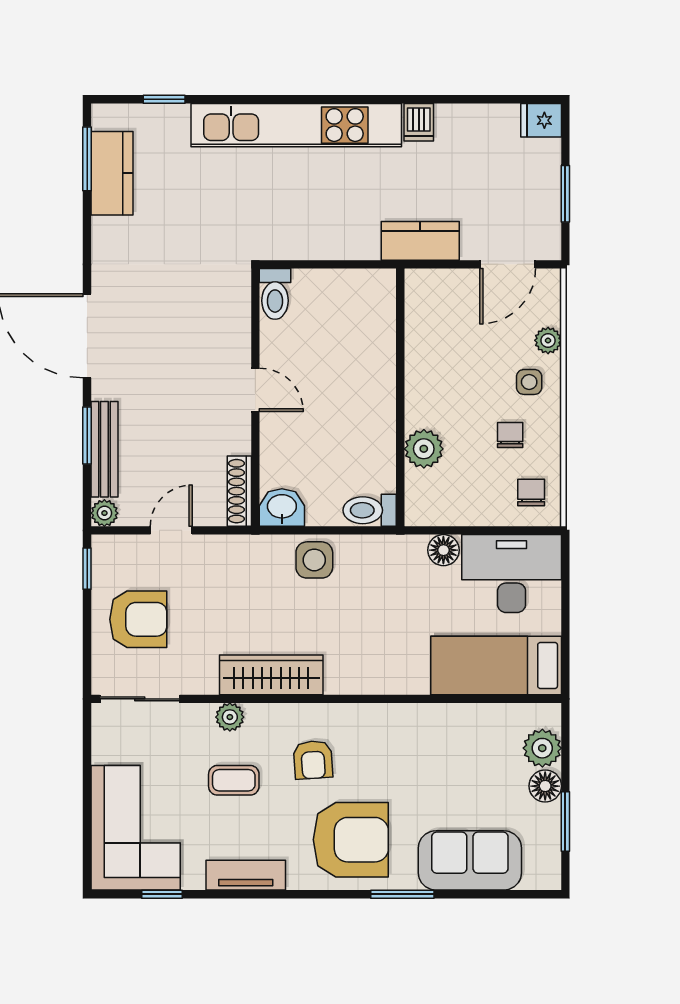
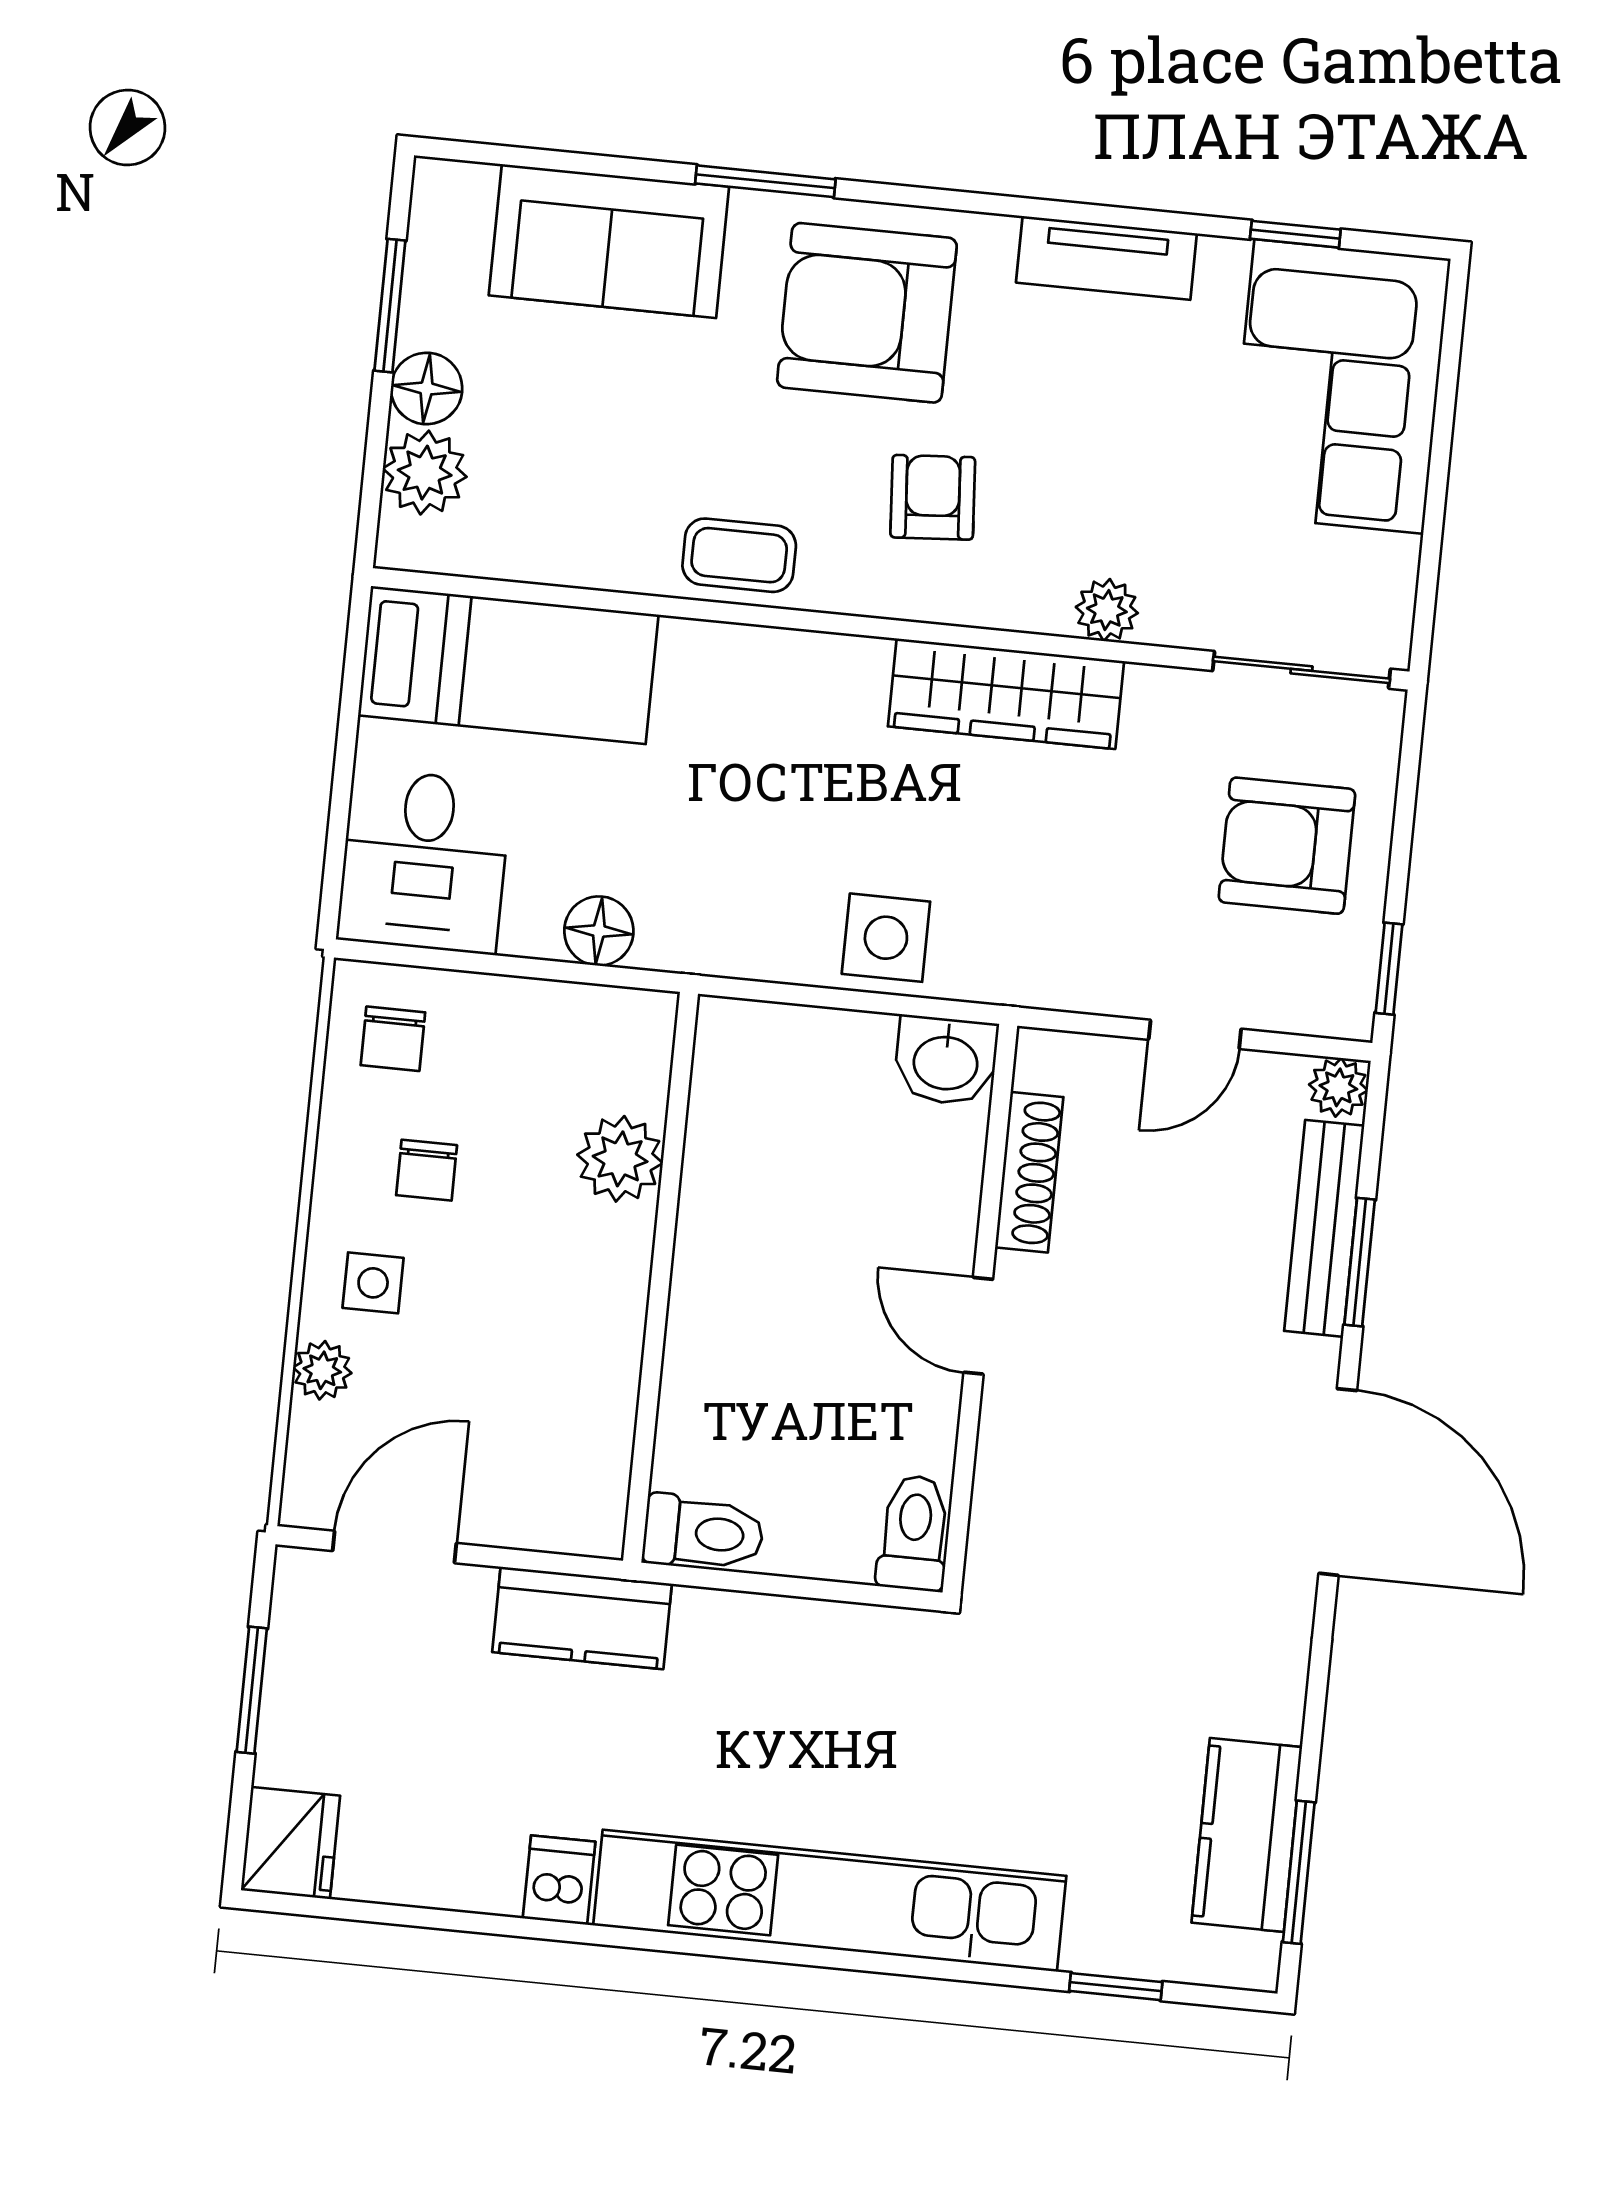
fridge: (541, 120) -> (290, 1843), width x1.38
shoe rack: (239, 491) -> (1029, 1172), moved
toilet: (370, 510) -> (703, 1533), moved
desk: (512, 574) -> (424, 861), width x0.73
coffee table: (234, 780) -> (739, 555), moved

